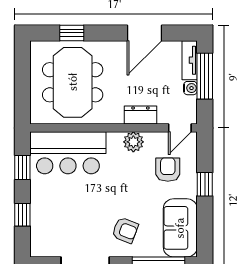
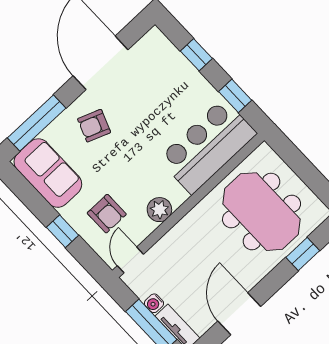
dresser: (140, 115) -> (175, 239), removed

